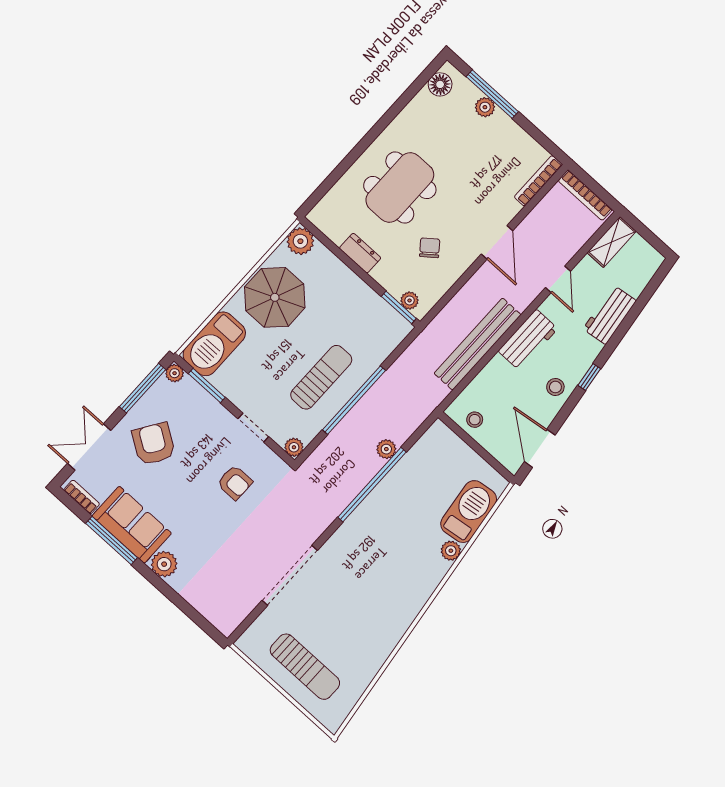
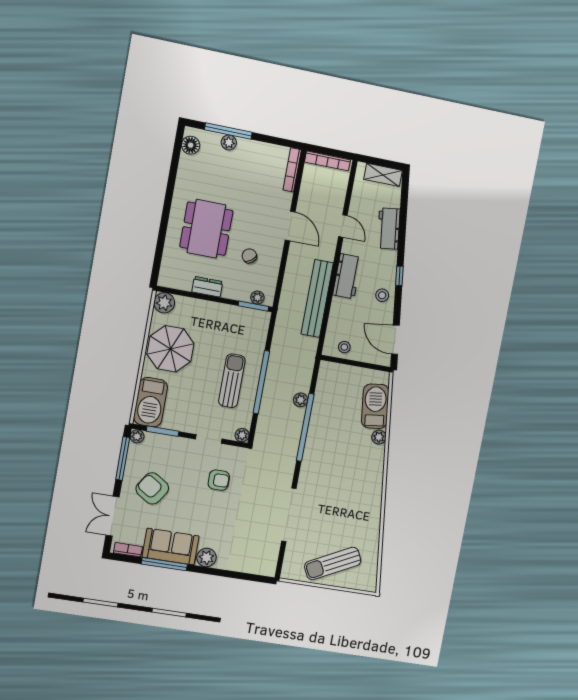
shelving: (612, 242) -> (383, 175), moved, turned 90
sun lounger: (305, 667) -> (333, 563), turned 153

